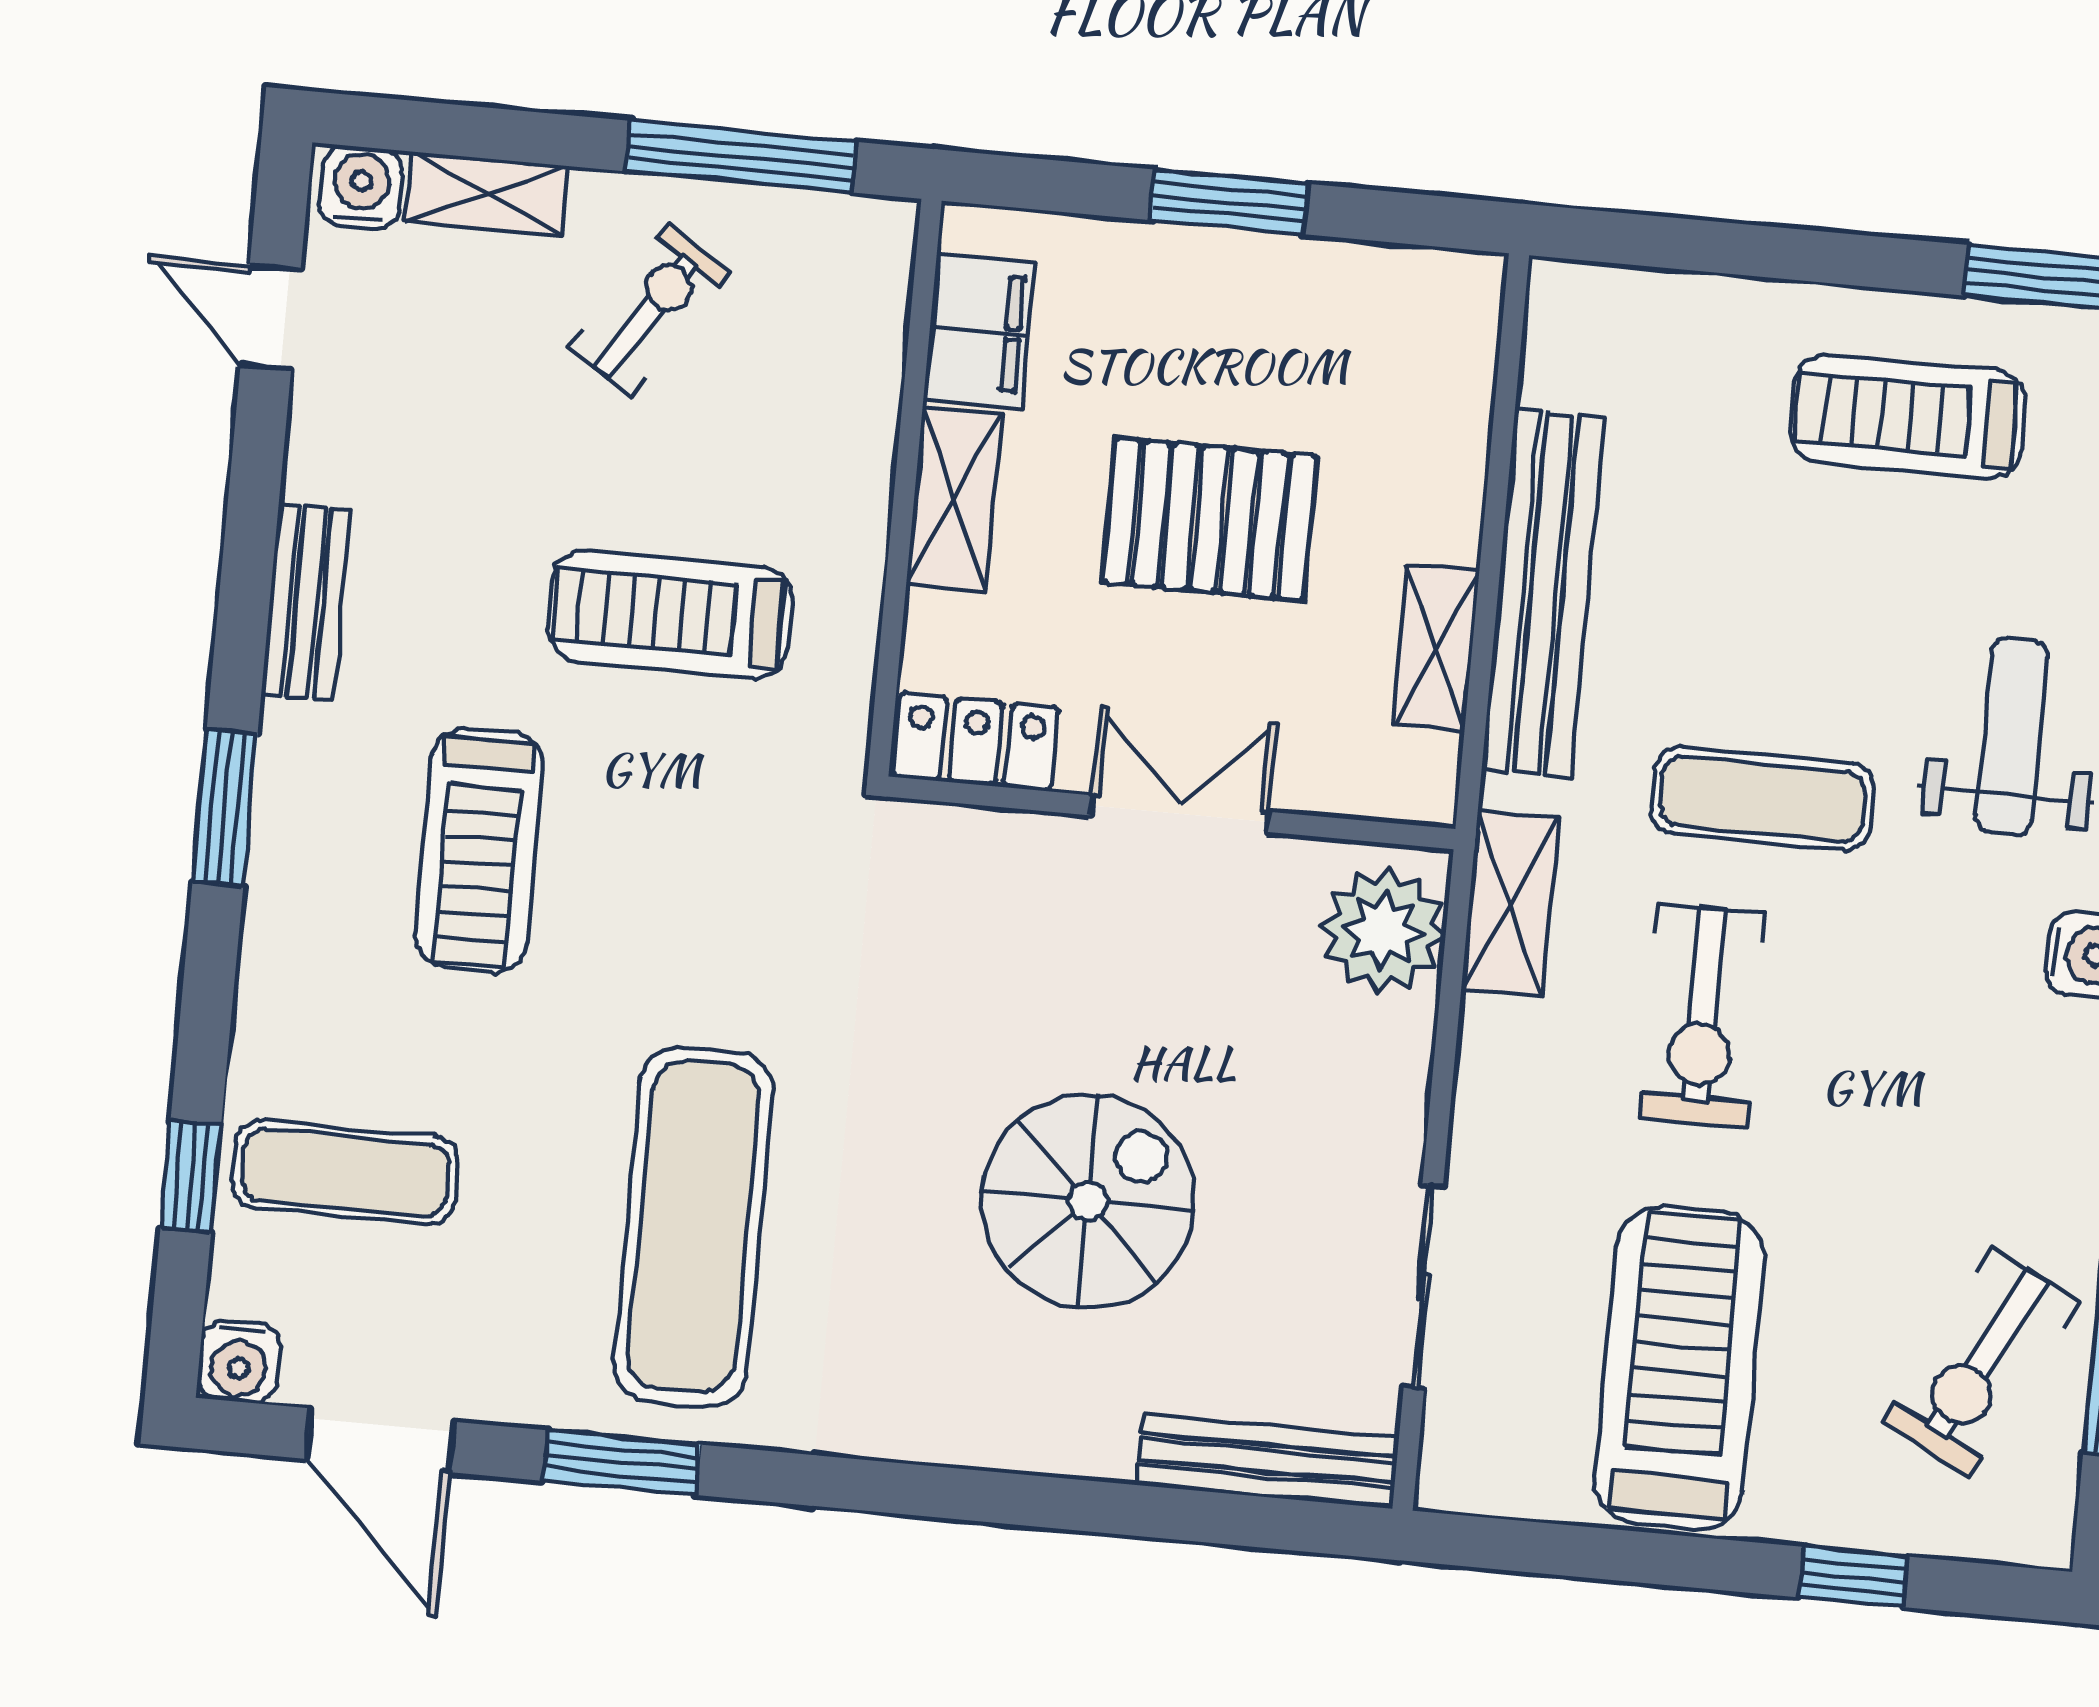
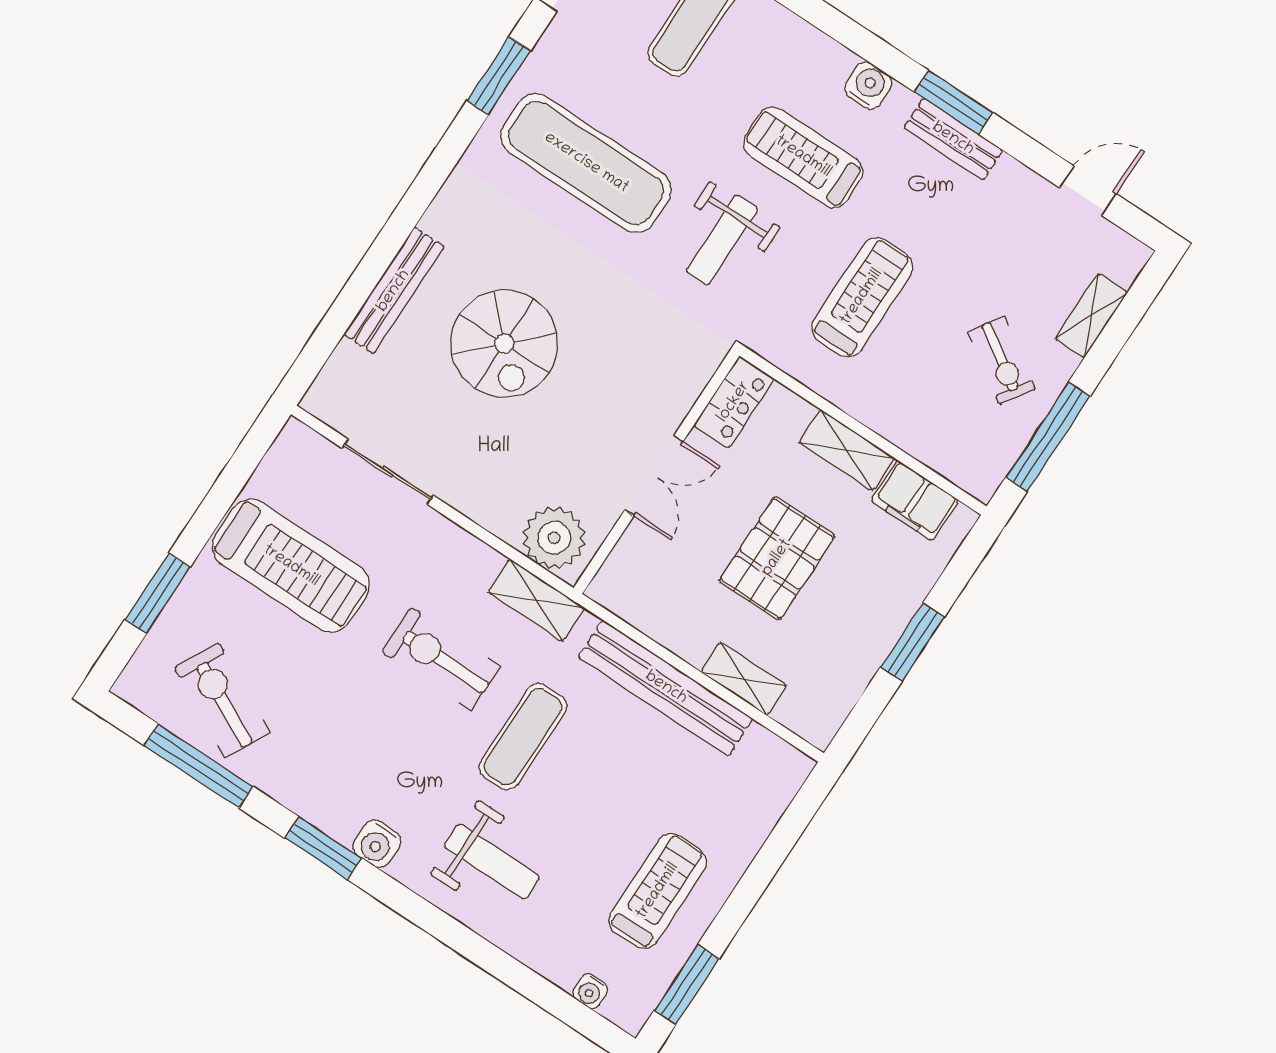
water cooler: (361, 187) -> (868, 85), moved, turned -90
shelving: (1436, 648) -> (744, 679), moved
window: (225, 808) -> (953, 102), moved
weight bench: (701, 916) -> (722, 240), added
bench: (1268, 1461) -> (394, 291), moved
window: (1853, 1577) -> (158, 593), width x1.50

